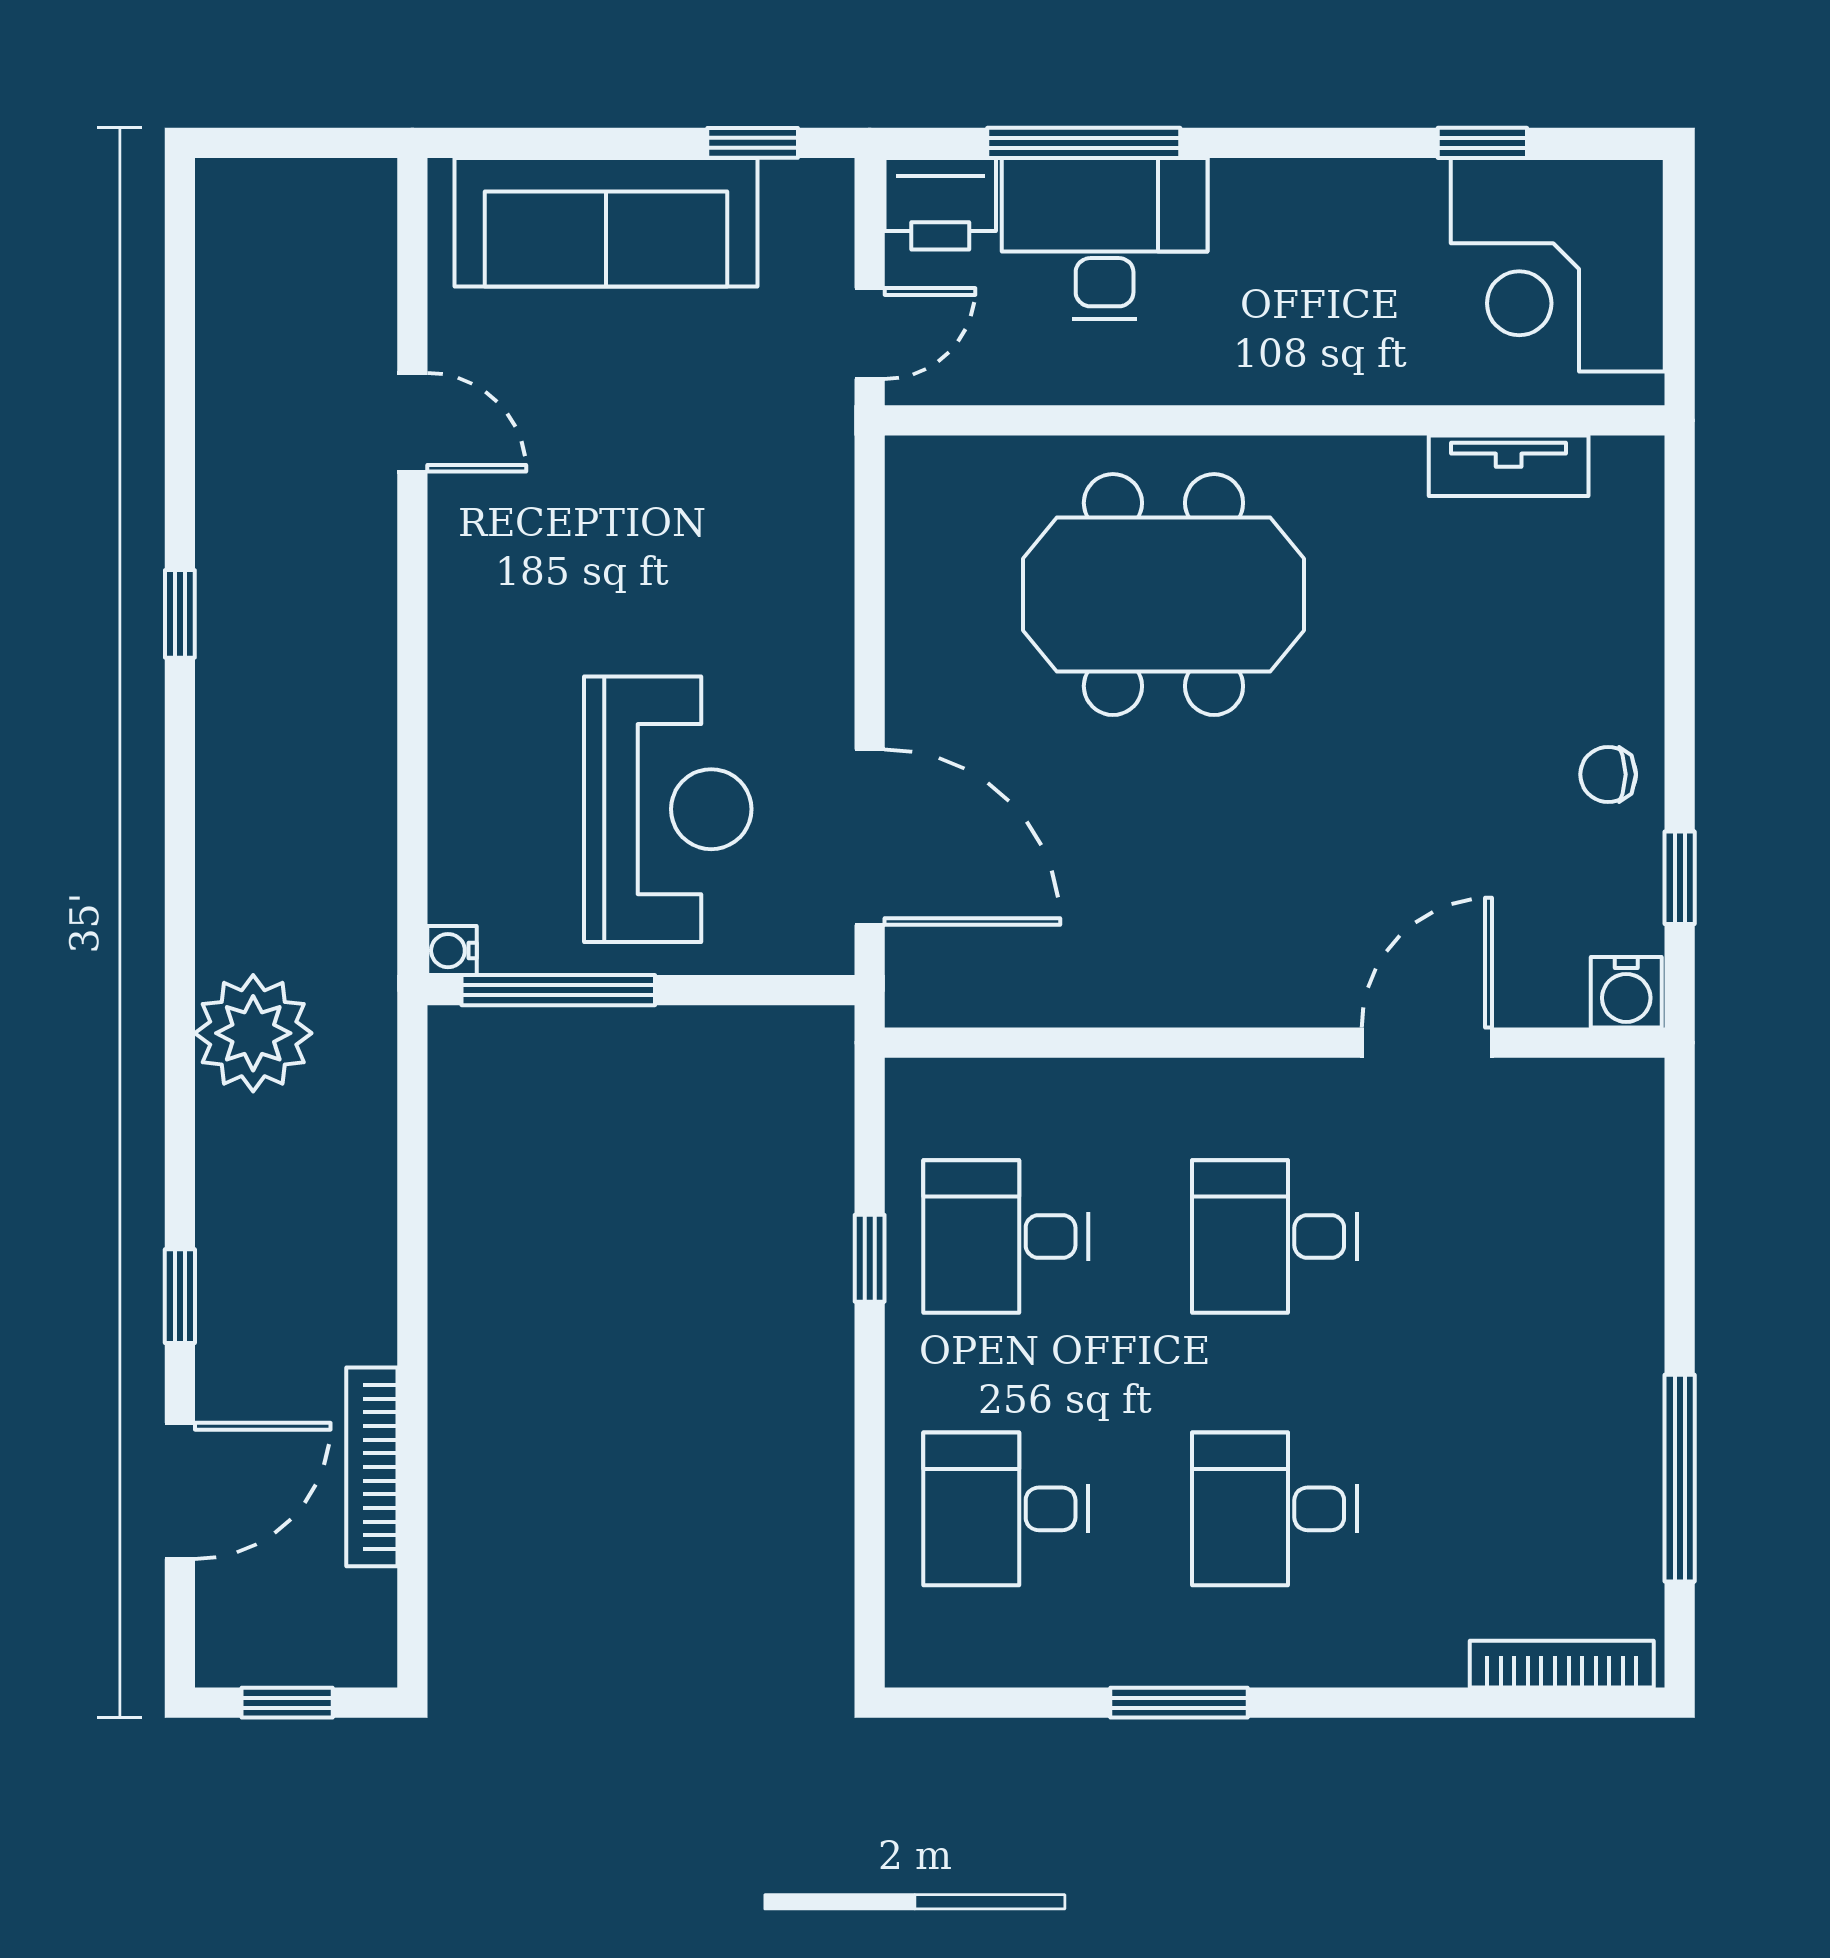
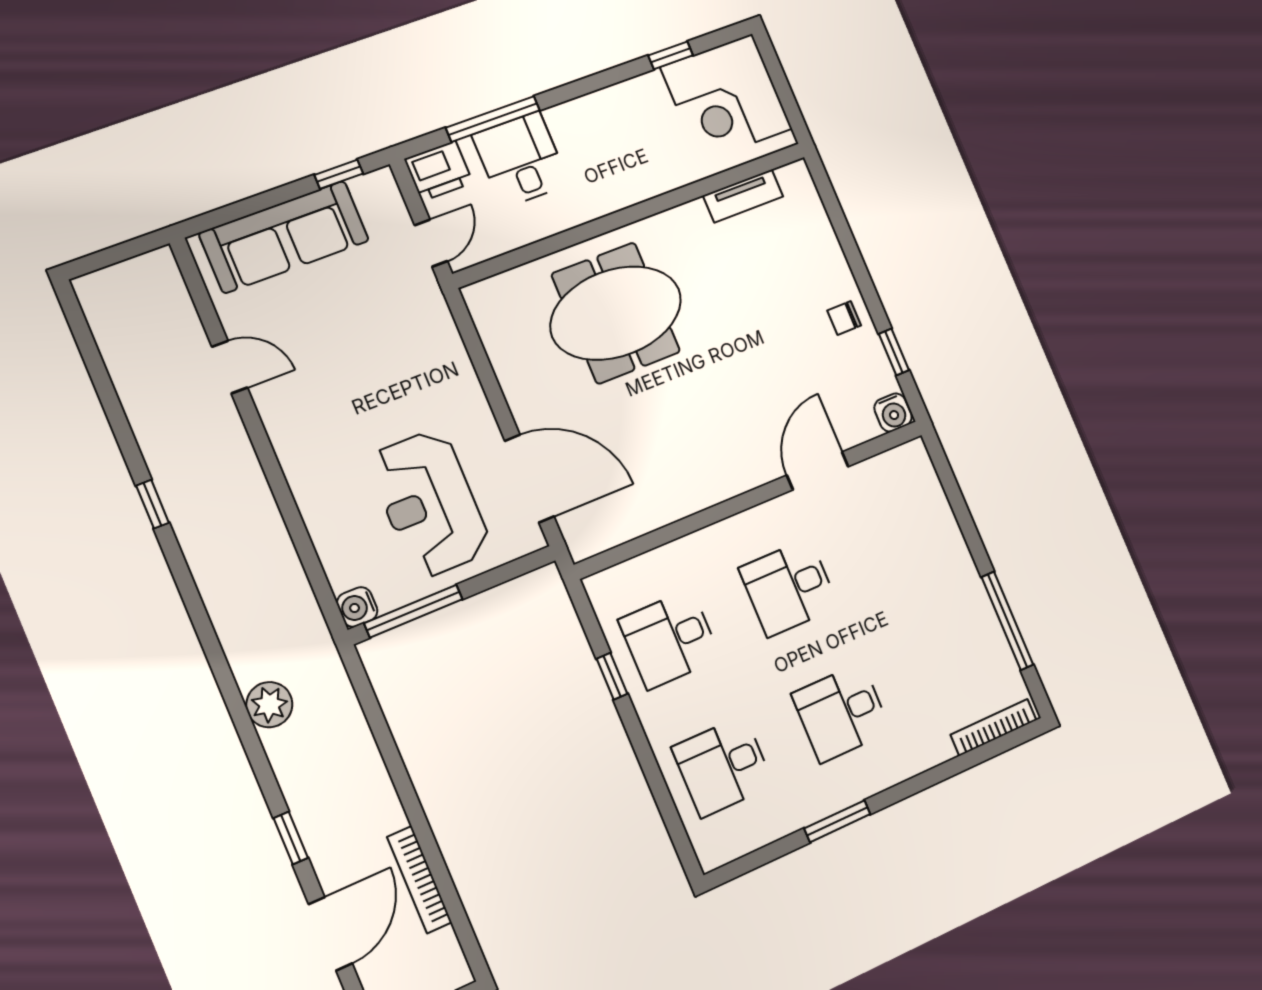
desk: (1105, 239) -> (521, 160), width x0.73
reception desk: (668, 809) -> (430, 504), turned 180
water cooler: (452, 951) -> (357, 607), width x1.38, depth x1.38
plant: (253, 1033) -> (269, 705), width x0.73, depth x0.73

